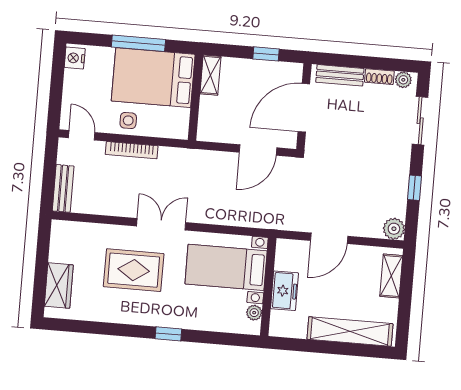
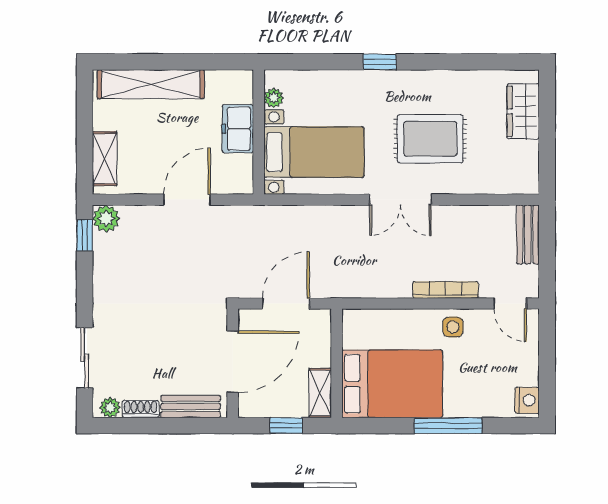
shelving: (210, 75) -> (320, 393), moved
bed: (153, 78) -> (392, 384), moved
wall: (196, 97) -> (337, 363), moved
window: (414, 188) -> (85, 235), moved

